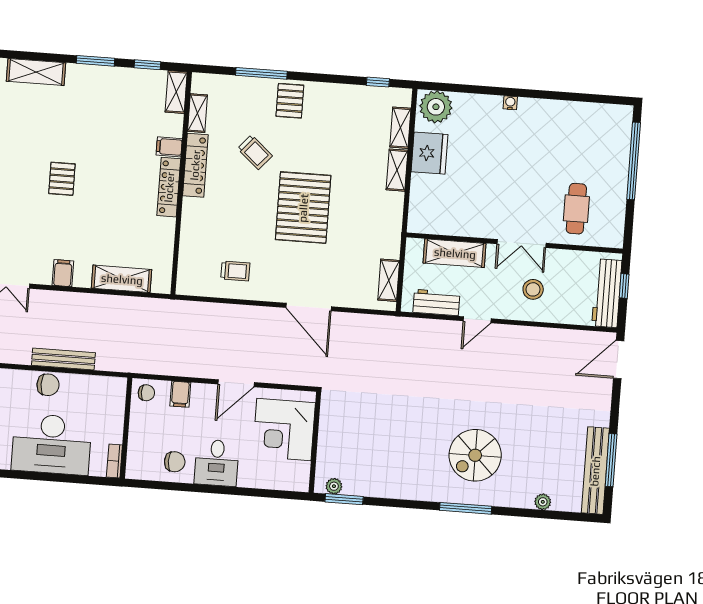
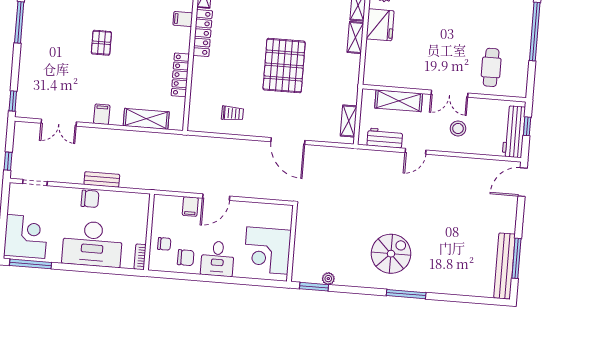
trolley: (255, 152) -> (248, 23), removed
locker: (169, 187) -> (180, 75), moved
bench: (63, 359) -> (102, 179), width x0.73
door: (236, 383) -> (216, 197), moved
chair: (146, 393) -> (164, 244), moved
corner desk: (284, 430) -> (267, 251), moved
spiral stairs: (475, 455) -> (391, 254), moved, turned 180
plant: (334, 486) -> (328, 279), moved
plant: (543, 502) -> (465, 290), removed

